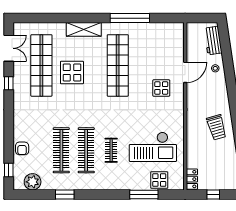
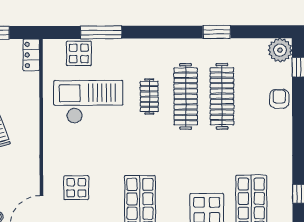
plant: (33, 182) -> (280, 50), moved

